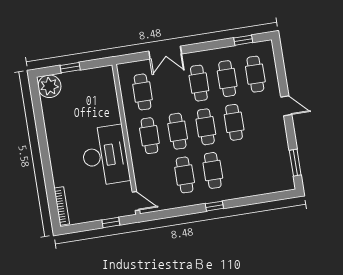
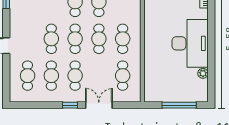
window: (243, 40) -> (70, 105), moved
window: (70, 68) -> (179, 105), width x2.17
plant: (49, 86) -> (203, 73), moved, width x0.53, depth x0.53
desk: (105, 155) -> (190, 43), moved, turned 180

